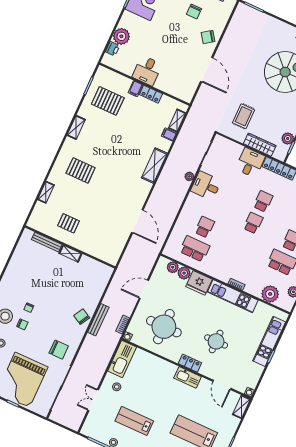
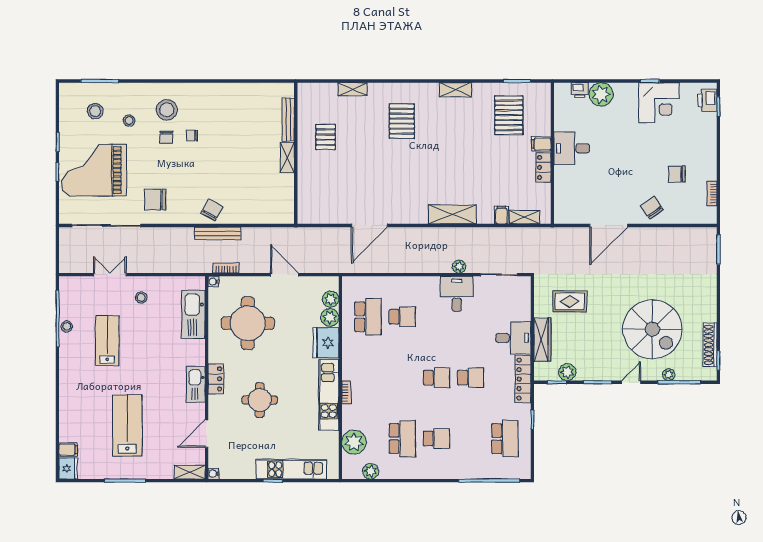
chair: (59, 350) -> (155, 200), turned 90
kitchen sink: (122, 359) -> (193, 314), moved, turned 90

